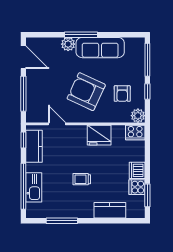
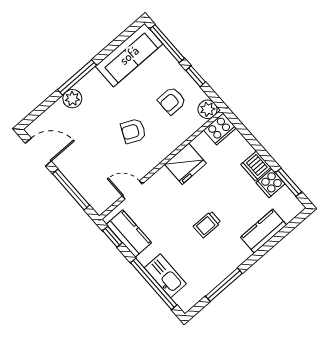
sofa: (100, 48) -> (129, 55), moved
armchair: (86, 92) -> (133, 131), width x0.53, depth x0.53
armchair: (122, 94) -> (172, 101), turned 90

